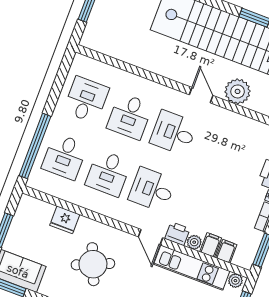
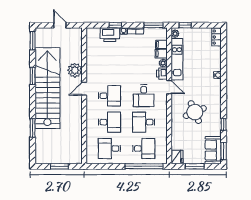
desk: (174, 133) -> (109, 96), turned -90
desk: (108, 173) -> (144, 122), turned 180
fridge: (65, 220) -> (177, 157), moved
door: (151, 237) -> (169, 87), hinge flipped

